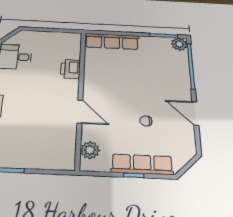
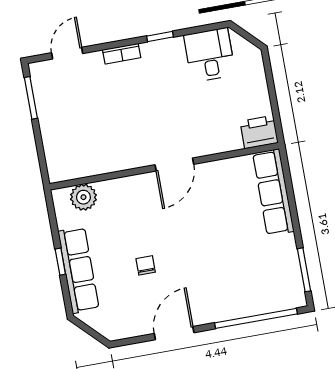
plant: (179, 44) -> (293, 296), removed
printer: (71, 69) -> (259, 132), moved
door: (80, 112) -> (174, 165), moved

